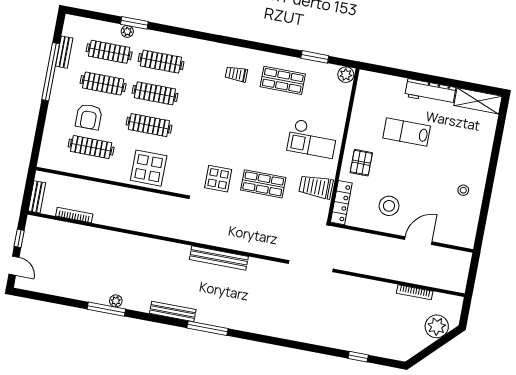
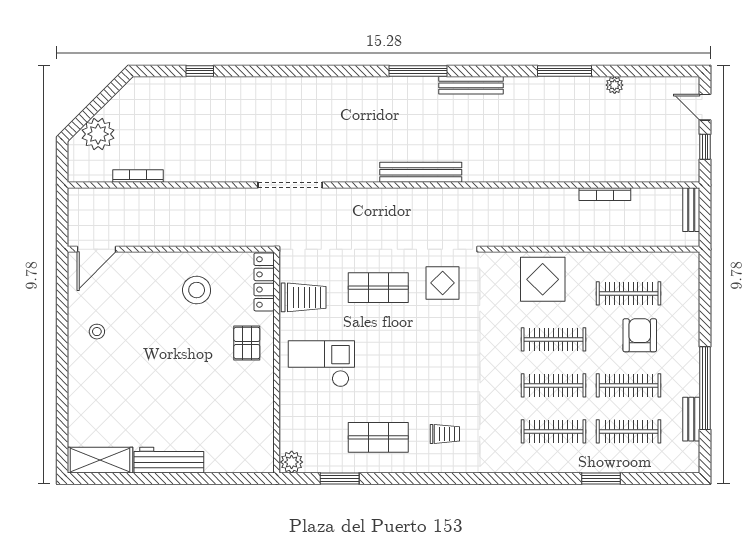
plant: (127, 31) -> (609, 465), removed
lab bench: (407, 132) -> (191, 398), removed
bookcase: (74, 215) -> (605, 194), moved
door: (418, 241) -> (97, 249), moved
plant: (116, 301) -> (615, 85), moved

